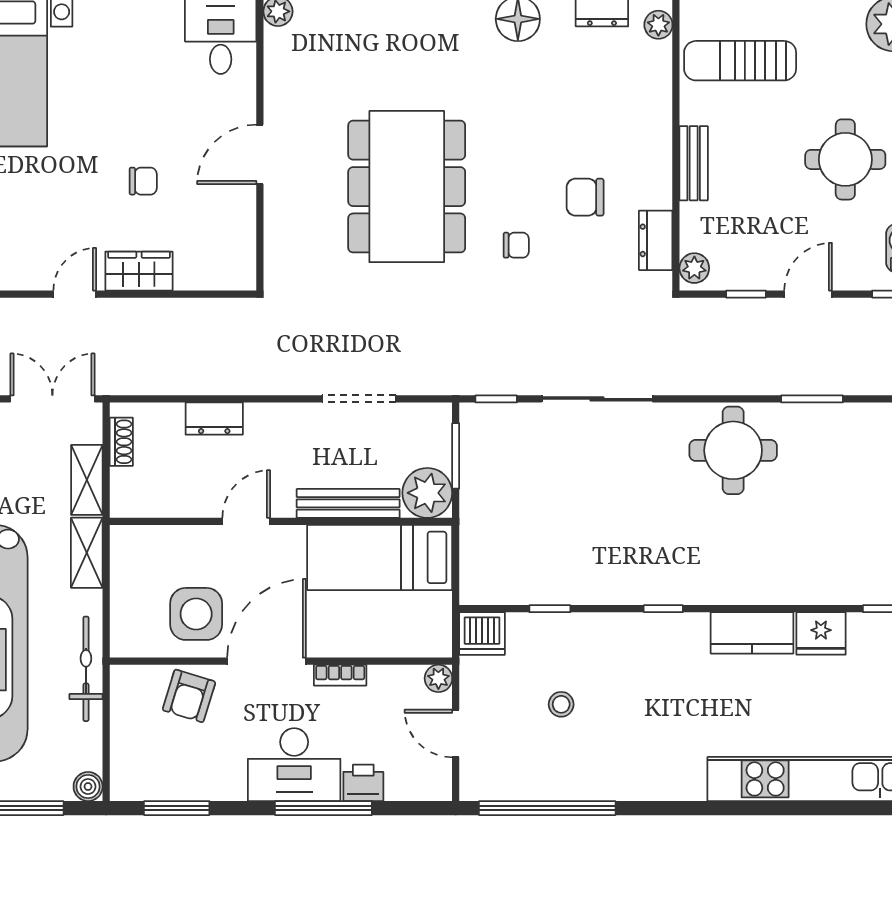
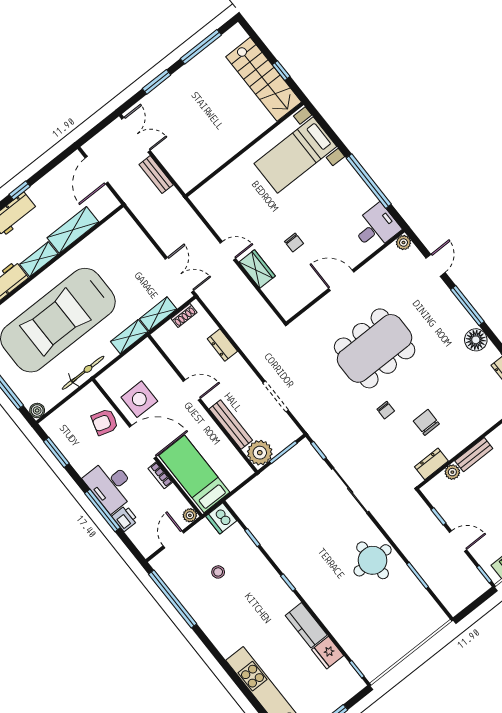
plant: (694, 268) -> (452, 472), moved
bed: (380, 557) -> (194, 474), moved

